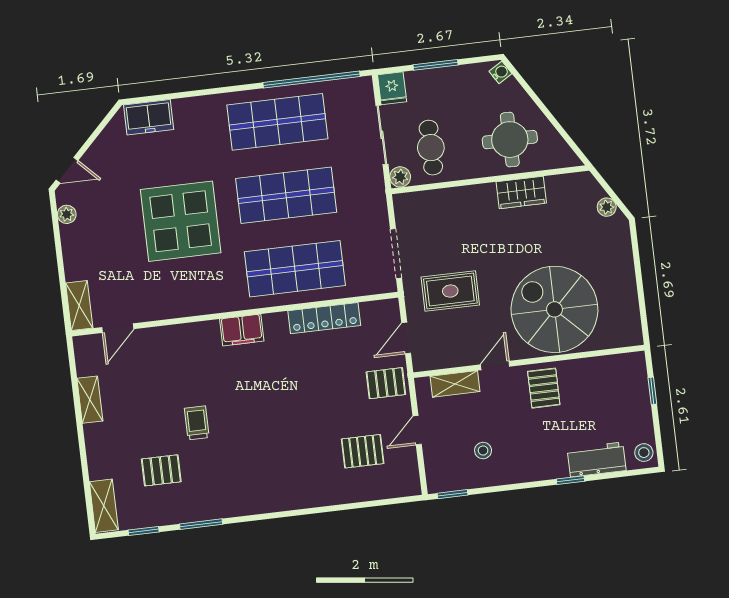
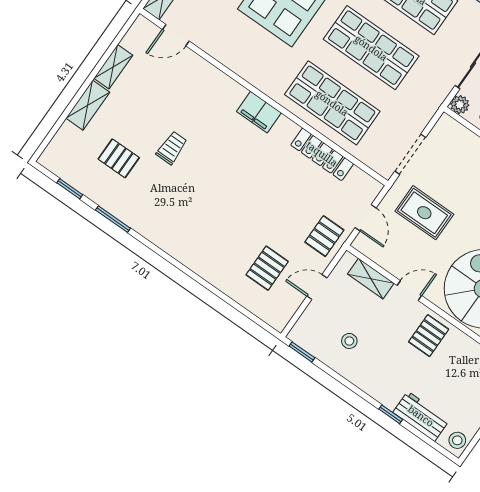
door: (406, 338) -> (366, 218), swing flipped
pallet: (386, 383) -> (324, 236), turned 90
pallet: (363, 451) -> (267, 268), turned 90
shelving: (104, 506) -> (88, 105), moved

